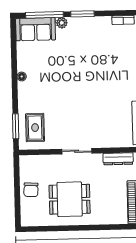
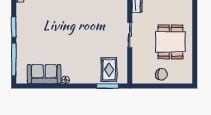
plant: (62, 23) -> (21, 45), removed
sofa: (36, 29) -> (44, 74), moved, turned -90
rug: (35, 128) -> (109, 70), turned 90

